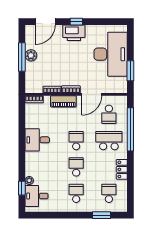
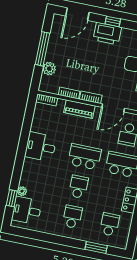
plant: (31, 55) -> (49, 69), moved
school desk: (76, 141) -> (85, 157), width x1.85

